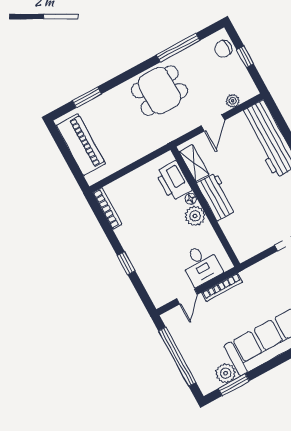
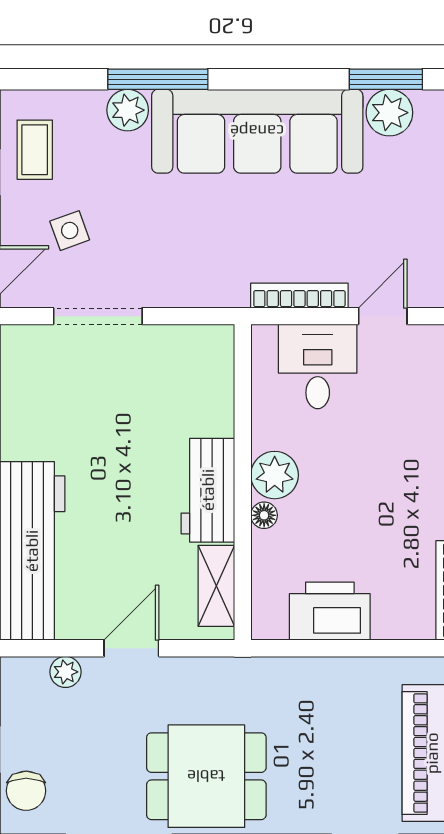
chair: (223, 49) -> (26, 791), turned 90
printer: (173, 181) -> (330, 611), moved, turned -90

